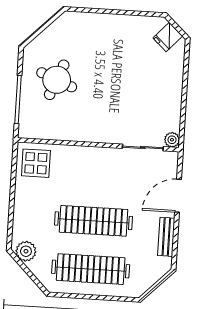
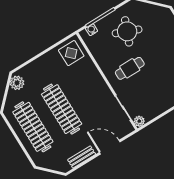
cafe table: (102, 107) -> (130, 68), added
water cooler: (25, 120) -> (92, 30), added

